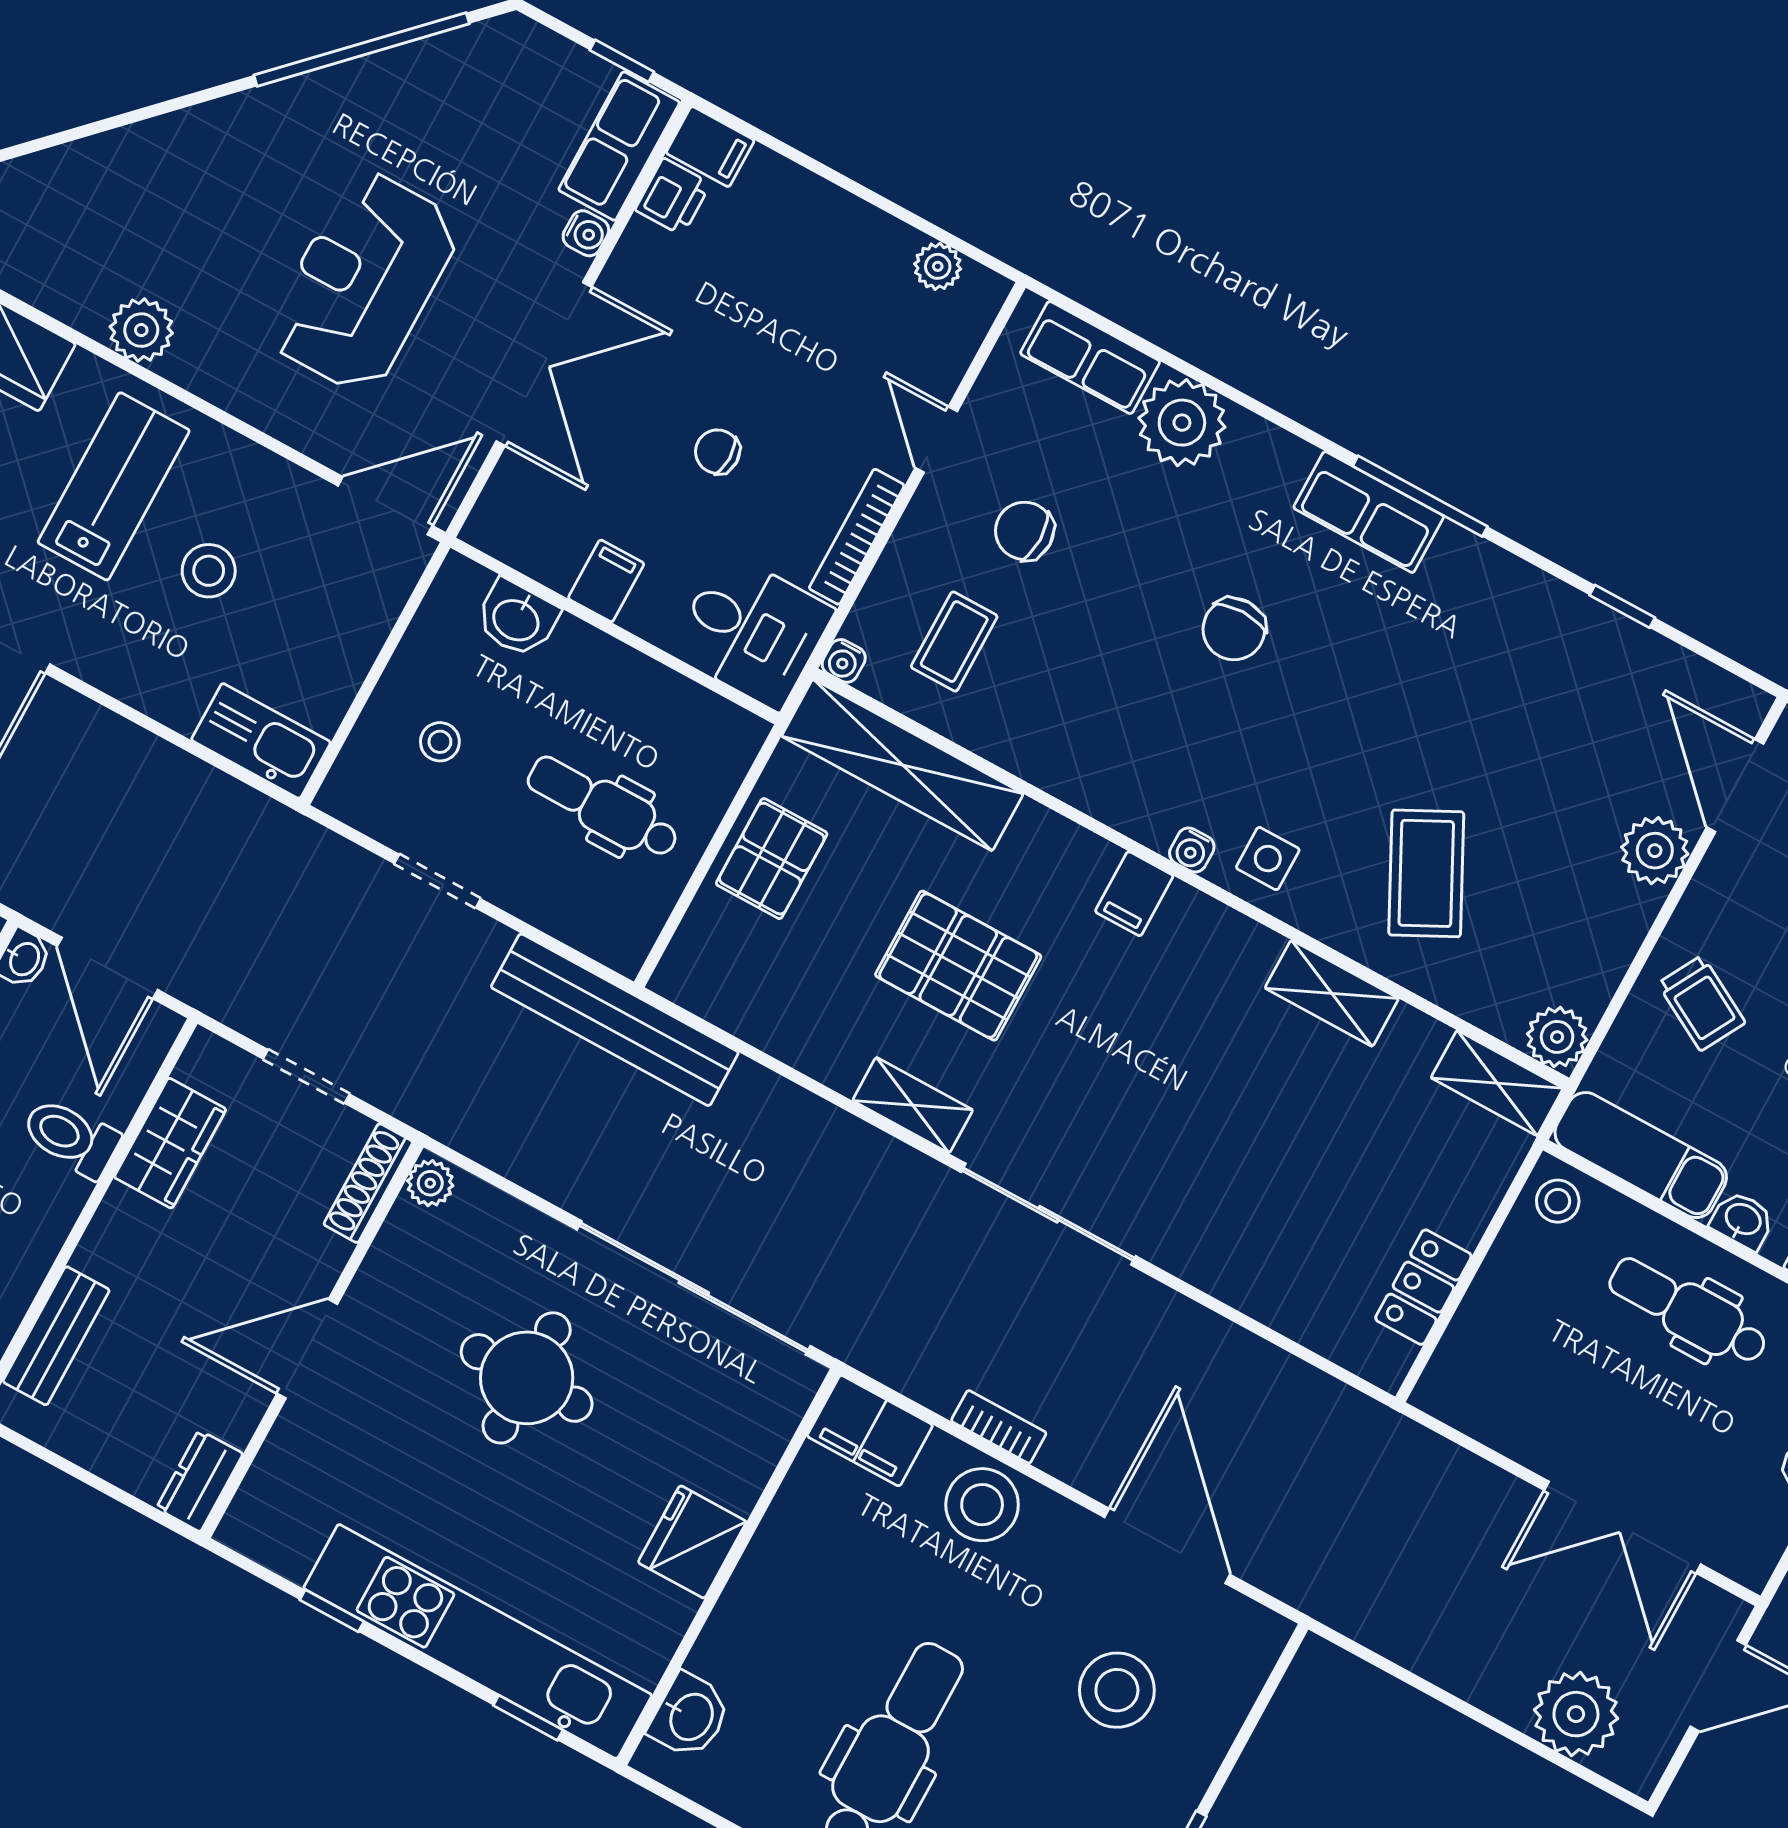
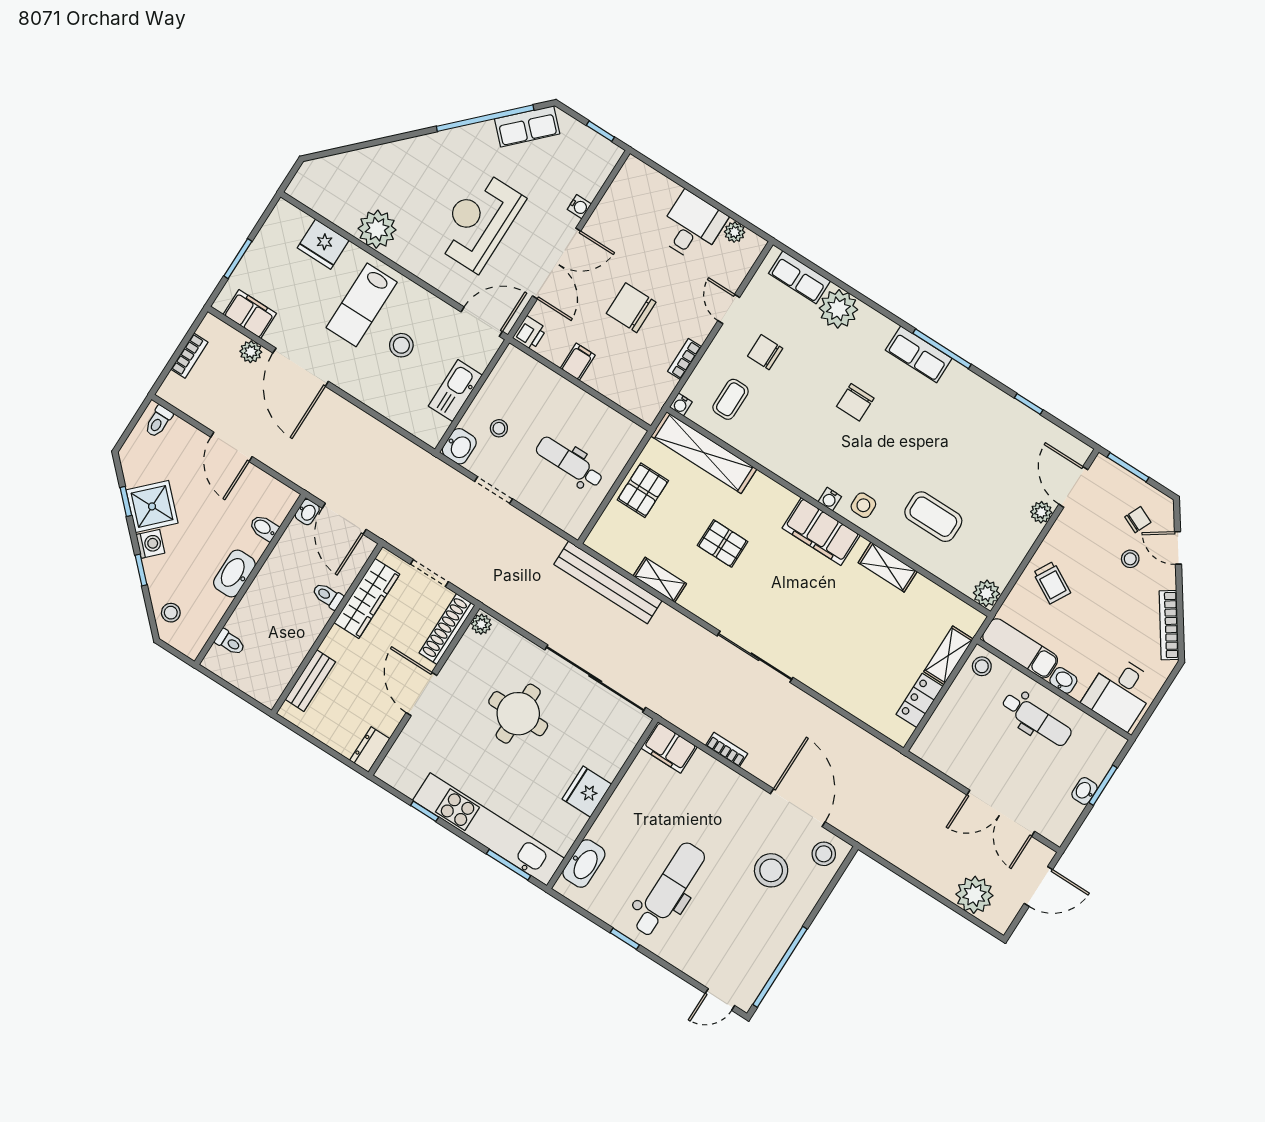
row of seats: (619, 146) -> (527, 126), moved, turned -135
filing cabinet: (710, 147) -> (637, 172), removed
printer: (673, 197) -> (530, 333), moved
plant: (141, 330) -> (377, 229), width x1.36, depth x1.36
chair: (718, 452) -> (631, 308), width x1.87, depth x1.87
lab bench: (114, 486) -> (362, 305), turned 180
bookcase: (857, 537) -> (684, 359), width x0.64
washbasin: (517, 619) -> (459, 446), moved, turned -90
desk: (752, 631) -> (692, 226), moved, turned -90
kitchen sink: (261, 741) -> (455, 391), moved, turned -90
plant: (1655, 851) -> (1041, 512), width x0.73, depth x0.73
coffee table: (1426, 873) -> (933, 517), turned -63
filing cabinet: (1134, 894) -> (821, 532), width x3.00, depth x1.17
pallet: (958, 966) -> (723, 543), width x0.67, depth x0.71
bench: (615, 1020) -> (608, 582), moved
shelving: (1497, 1083) -> (948, 655), moved, turned 90
shelving: (913, 1105) -> (660, 580), moved
toilet: (71, 1137) -> (328, 596), width x0.73, depth x0.72
wardrobe: (170, 1143) -> (367, 598), width x1.50
shoe rack: (368, 1183) -> (447, 629), width x1.36, depth x1.24
dental chair: (1688, 1311) -> (1037, 719), turned 180
door: (307, 1349) -> (422, 694), hinge flipped
stool: (982, 1505) -> (824, 854), moved, width x0.73, depth x0.73
washbasin: (690, 1716) -> (584, 863), width x1.38
window: (528, 1718) -> (509, 865), width x1.50

